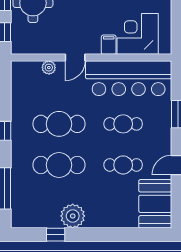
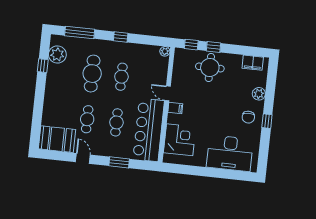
filing cabinet: (109, 45) -> (175, 108), moved
plant: (49, 68) -> (165, 51), moved
cafe table: (59, 124) -> (121, 77), width x0.73, depth x0.74
plant: (73, 216) -> (57, 54), moved

